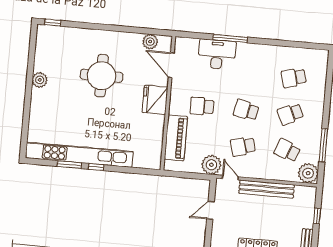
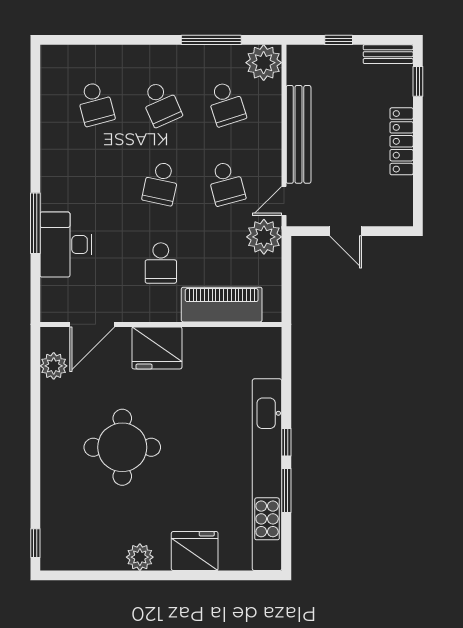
fridge: (40, 111) -> (195, 551), added
school desk: (287, 150) -> (226, 104), turned -39

